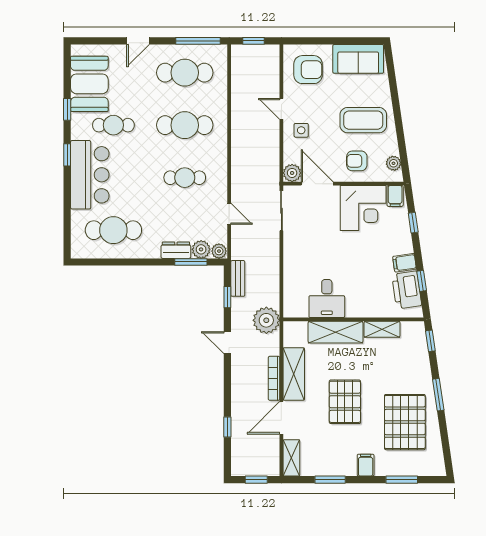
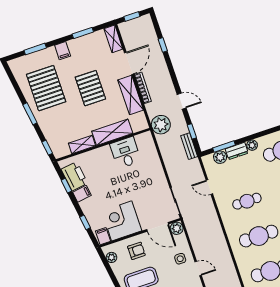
plant: (219, 251) -> (252, 145), moved

